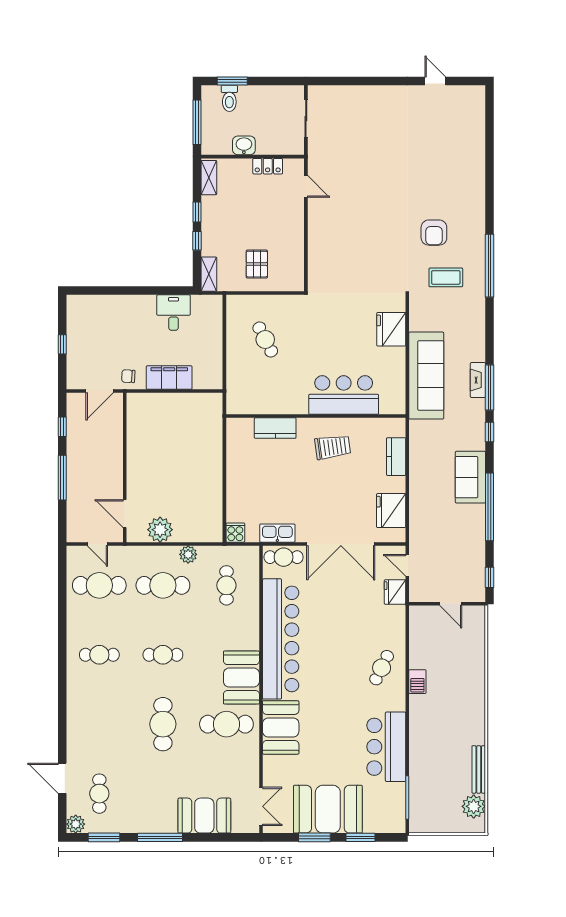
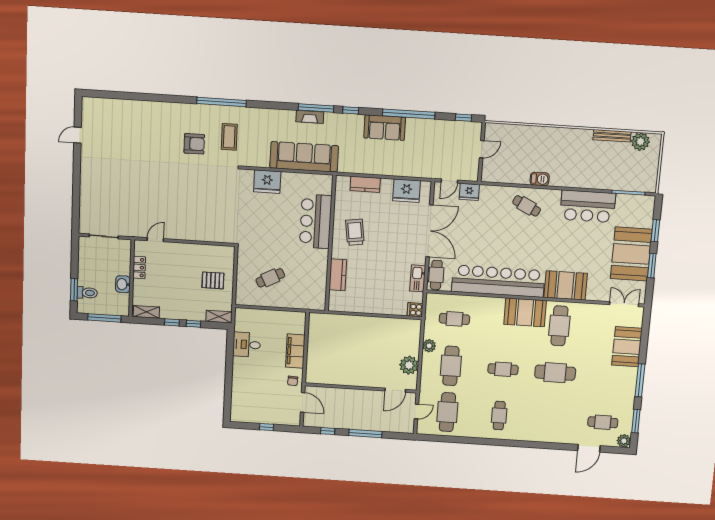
cafe table: (163, 655) -> (503, 369), turned 90

